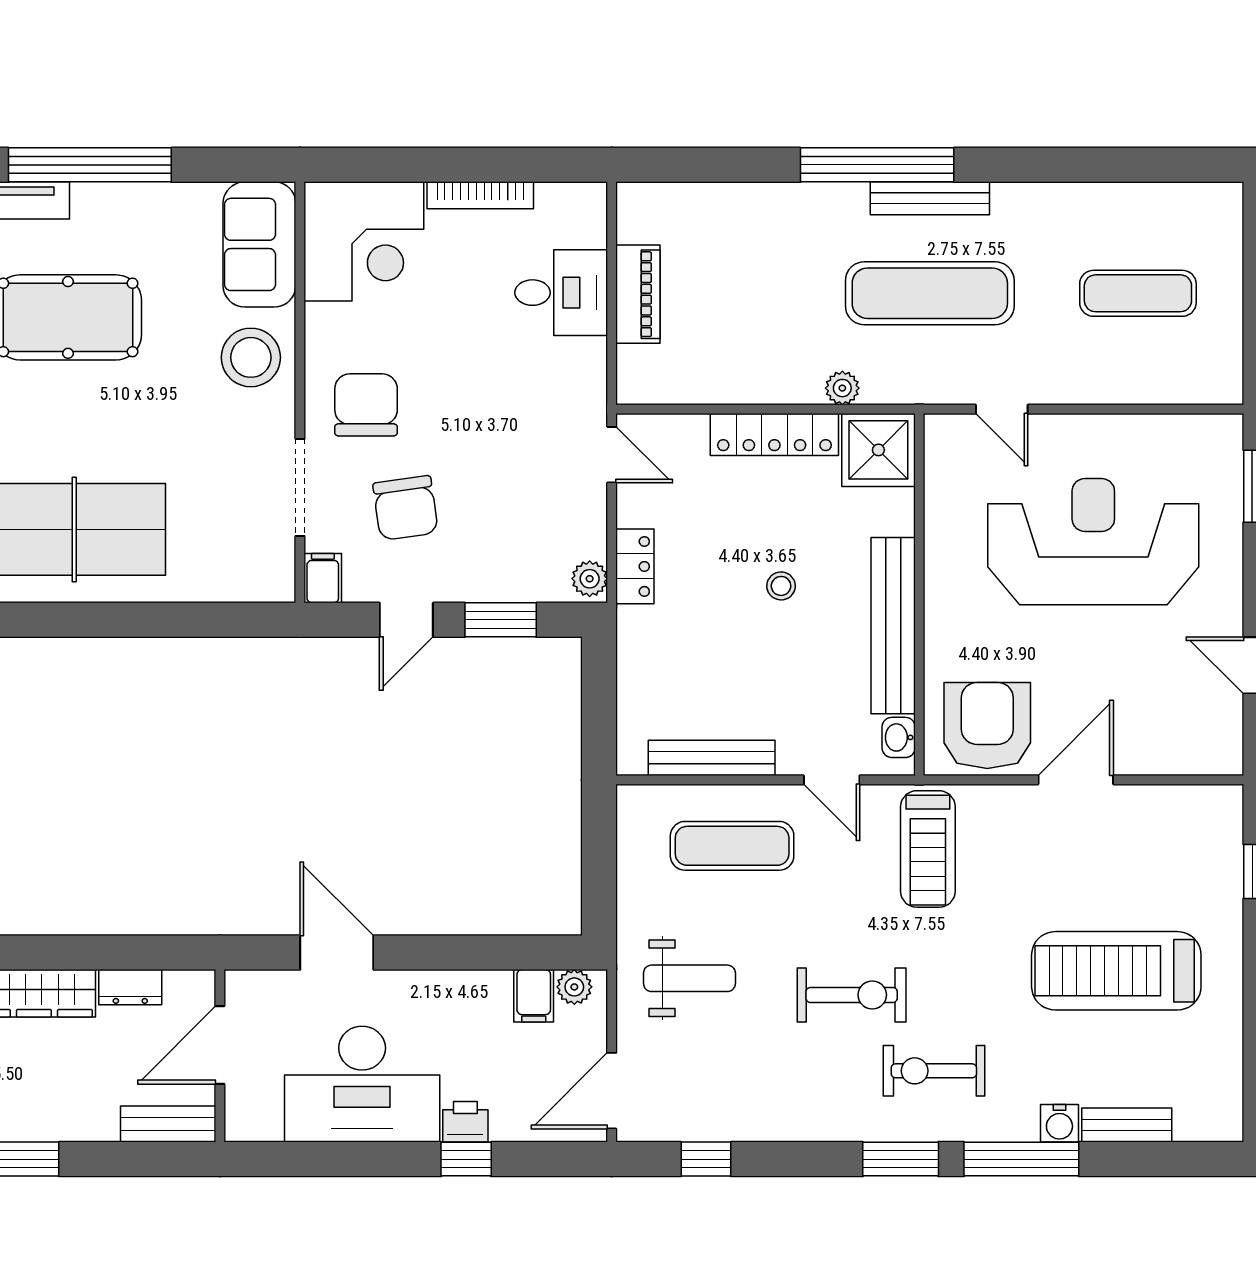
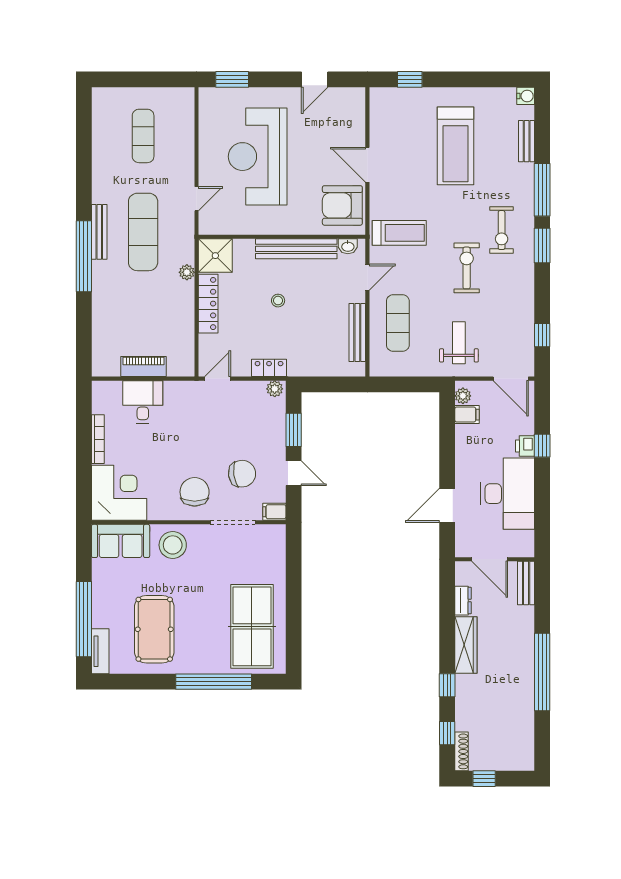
chair: (366, 405) -> (195, 492), turned 90
water cooler: (1059, 1123) -> (526, 96), moved

